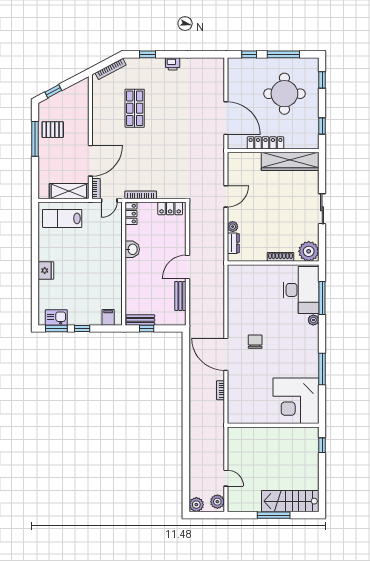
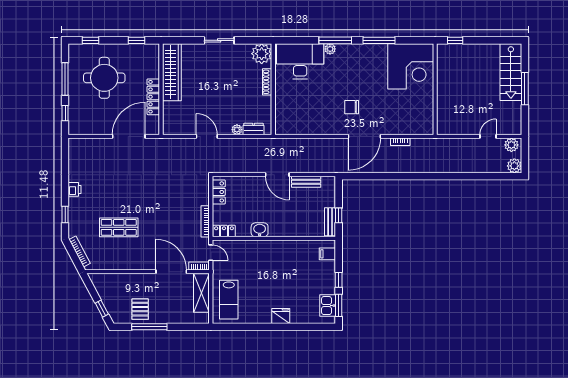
window: (322, 298) -> (335, 40), moved

